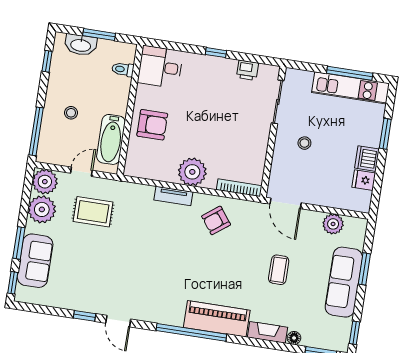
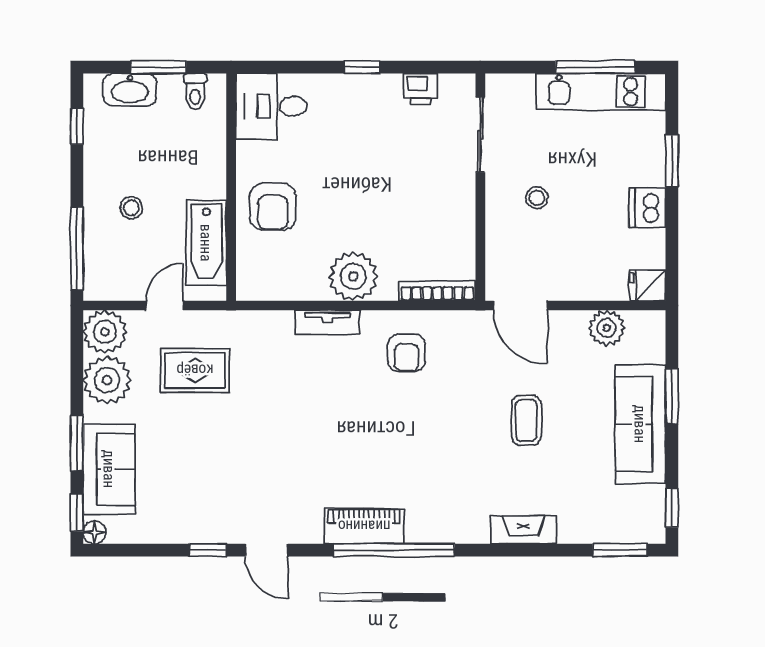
toilet: (123, 69) -> (195, 92), moved, turned -90
armchair: (152, 125) -> (273, 207), turned 90
fridge: (364, 180) -> (647, 285), moved
armchair: (216, 220) -> (407, 353), turned -53
piano: (217, 319) -> (364, 526), moved, width x0.73, depth x0.75
floor lamp: (294, 338) -> (95, 532), moved

